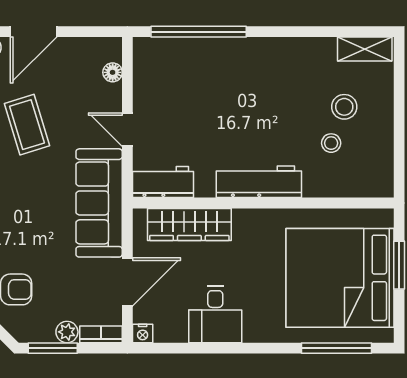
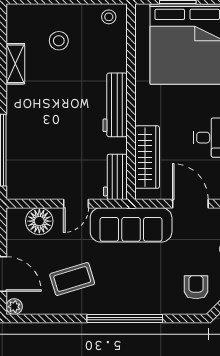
shelving: (365, 49) -> (15, 64), moved
floor lamp: (113, 72) -> (39, 221), width x1.89, depth x1.89
stool: (331, 143) -> (109, 17), moved

